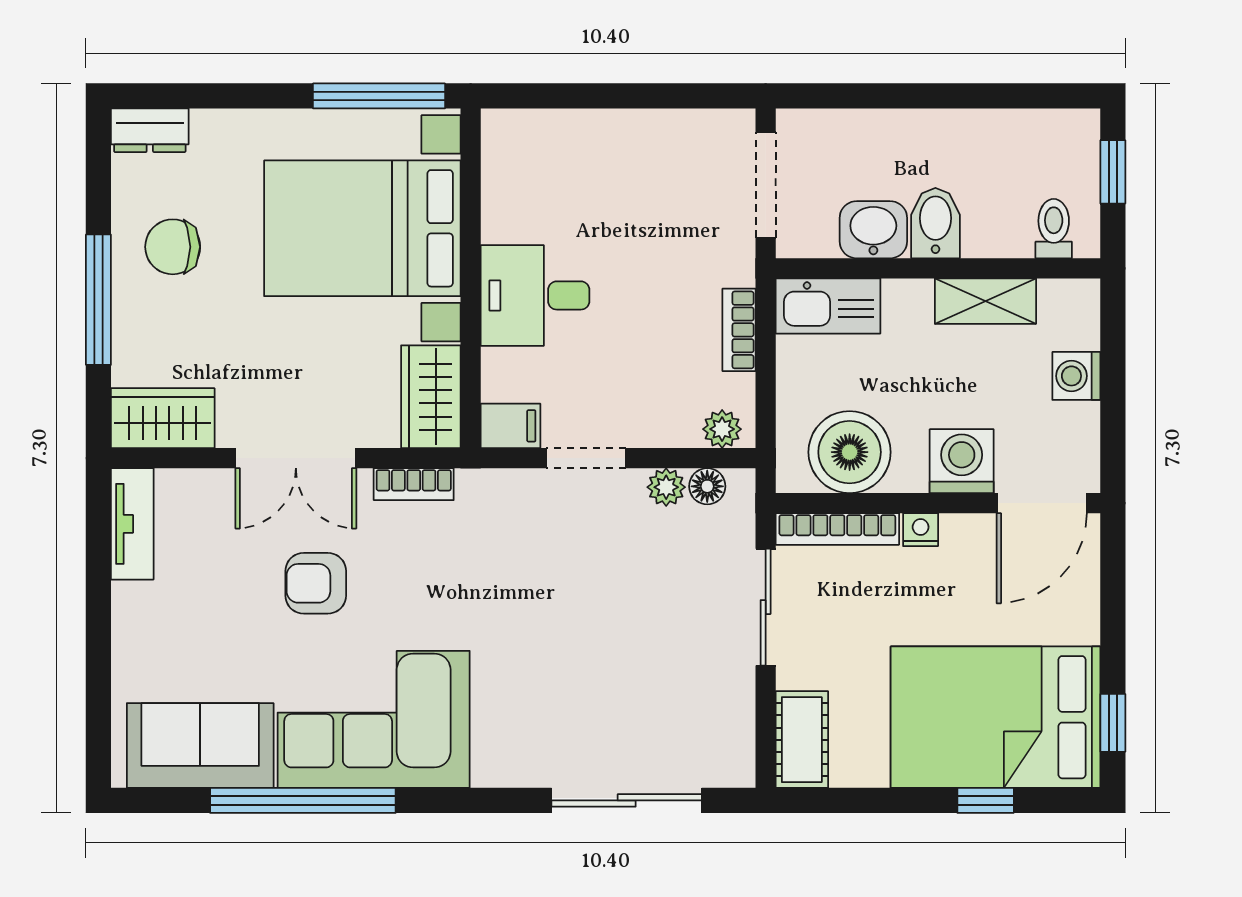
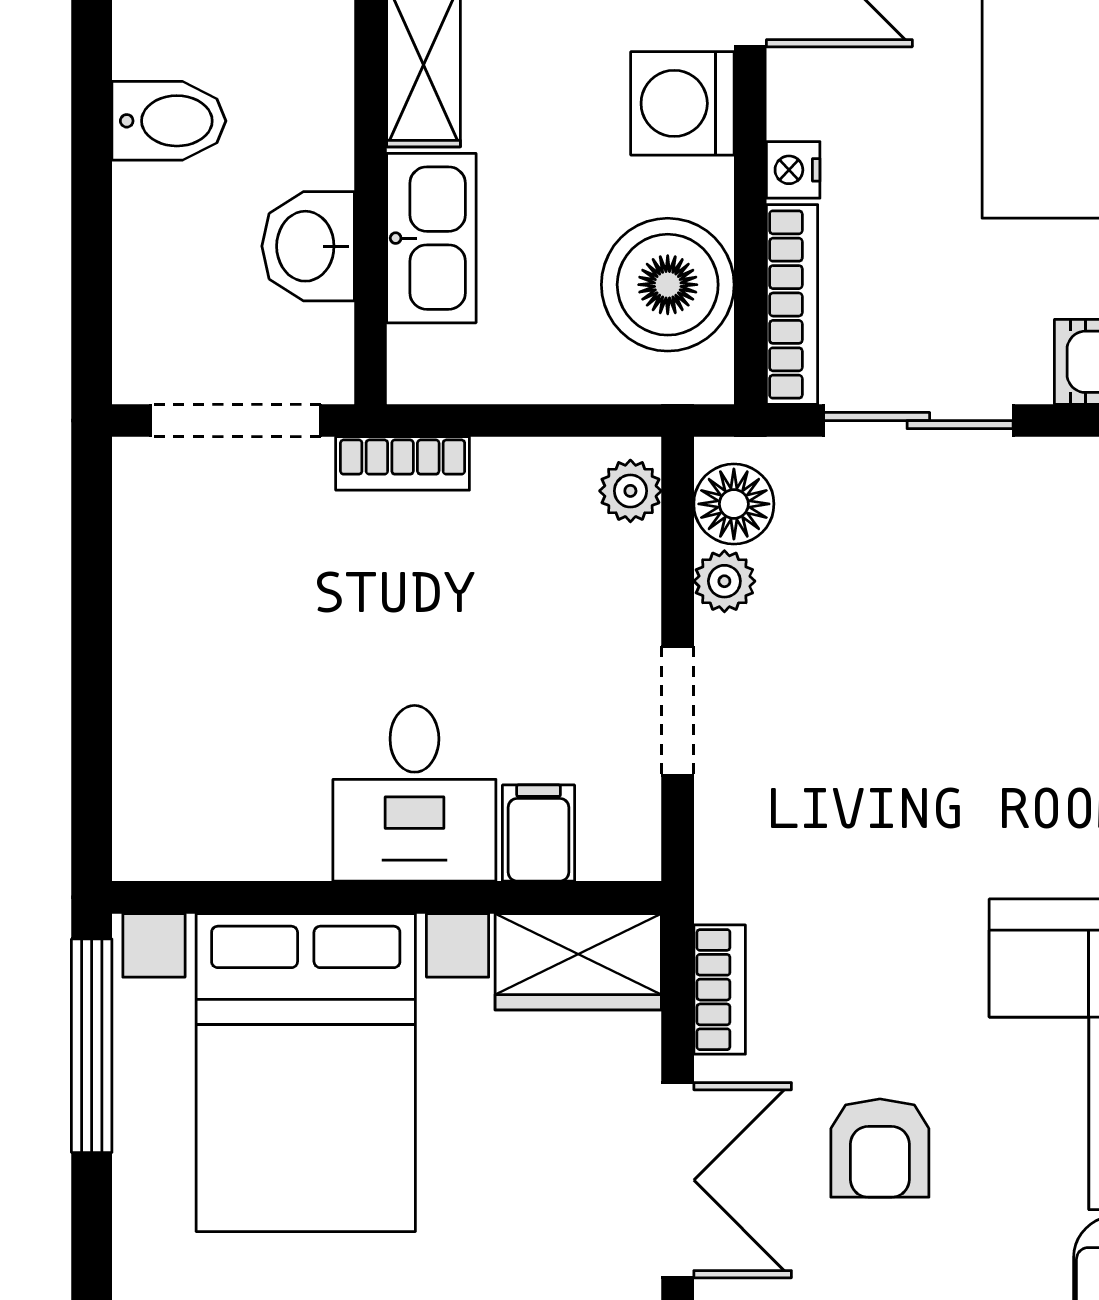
bidet: (935, 223) -> (169, 121), moved, turned 180
kitchen sink: (828, 306) -> (431, 238), moved
bookcase: (739, 330) -> (403, 463), moved
filing cabinet: (510, 426) -> (539, 833), moved
floor lamp: (707, 486) -> (734, 504), width x1.37, depth x1.37

